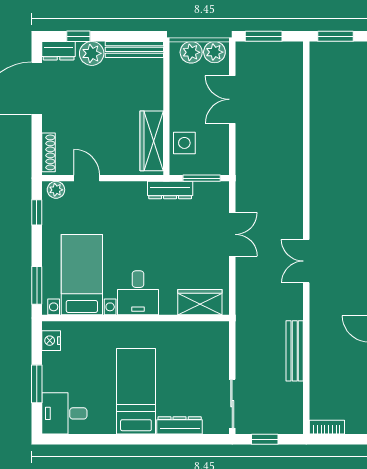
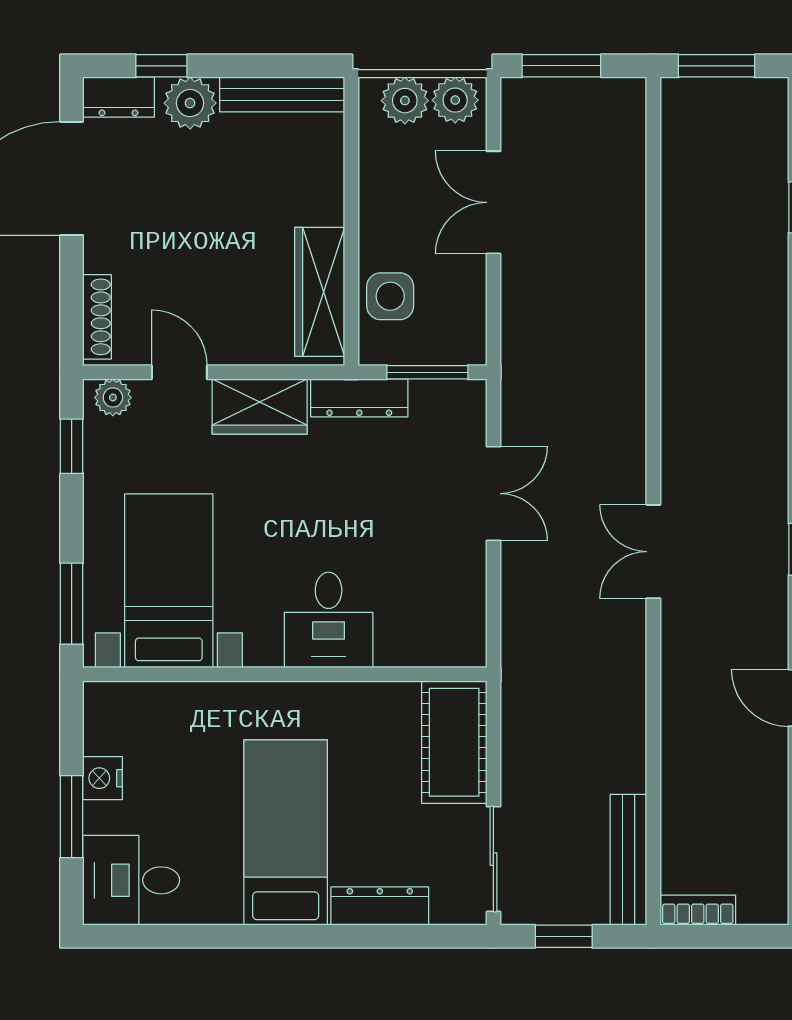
desk: (138, 293) -> (329, 620), moved
wardrobe: (200, 302) -> (260, 406), moved, turned 180
nightstand: (51, 341) -> (102, 778), moved
cot: (214, 349) -> (454, 742), added
bench: (295, 351) -> (628, 860), moved

